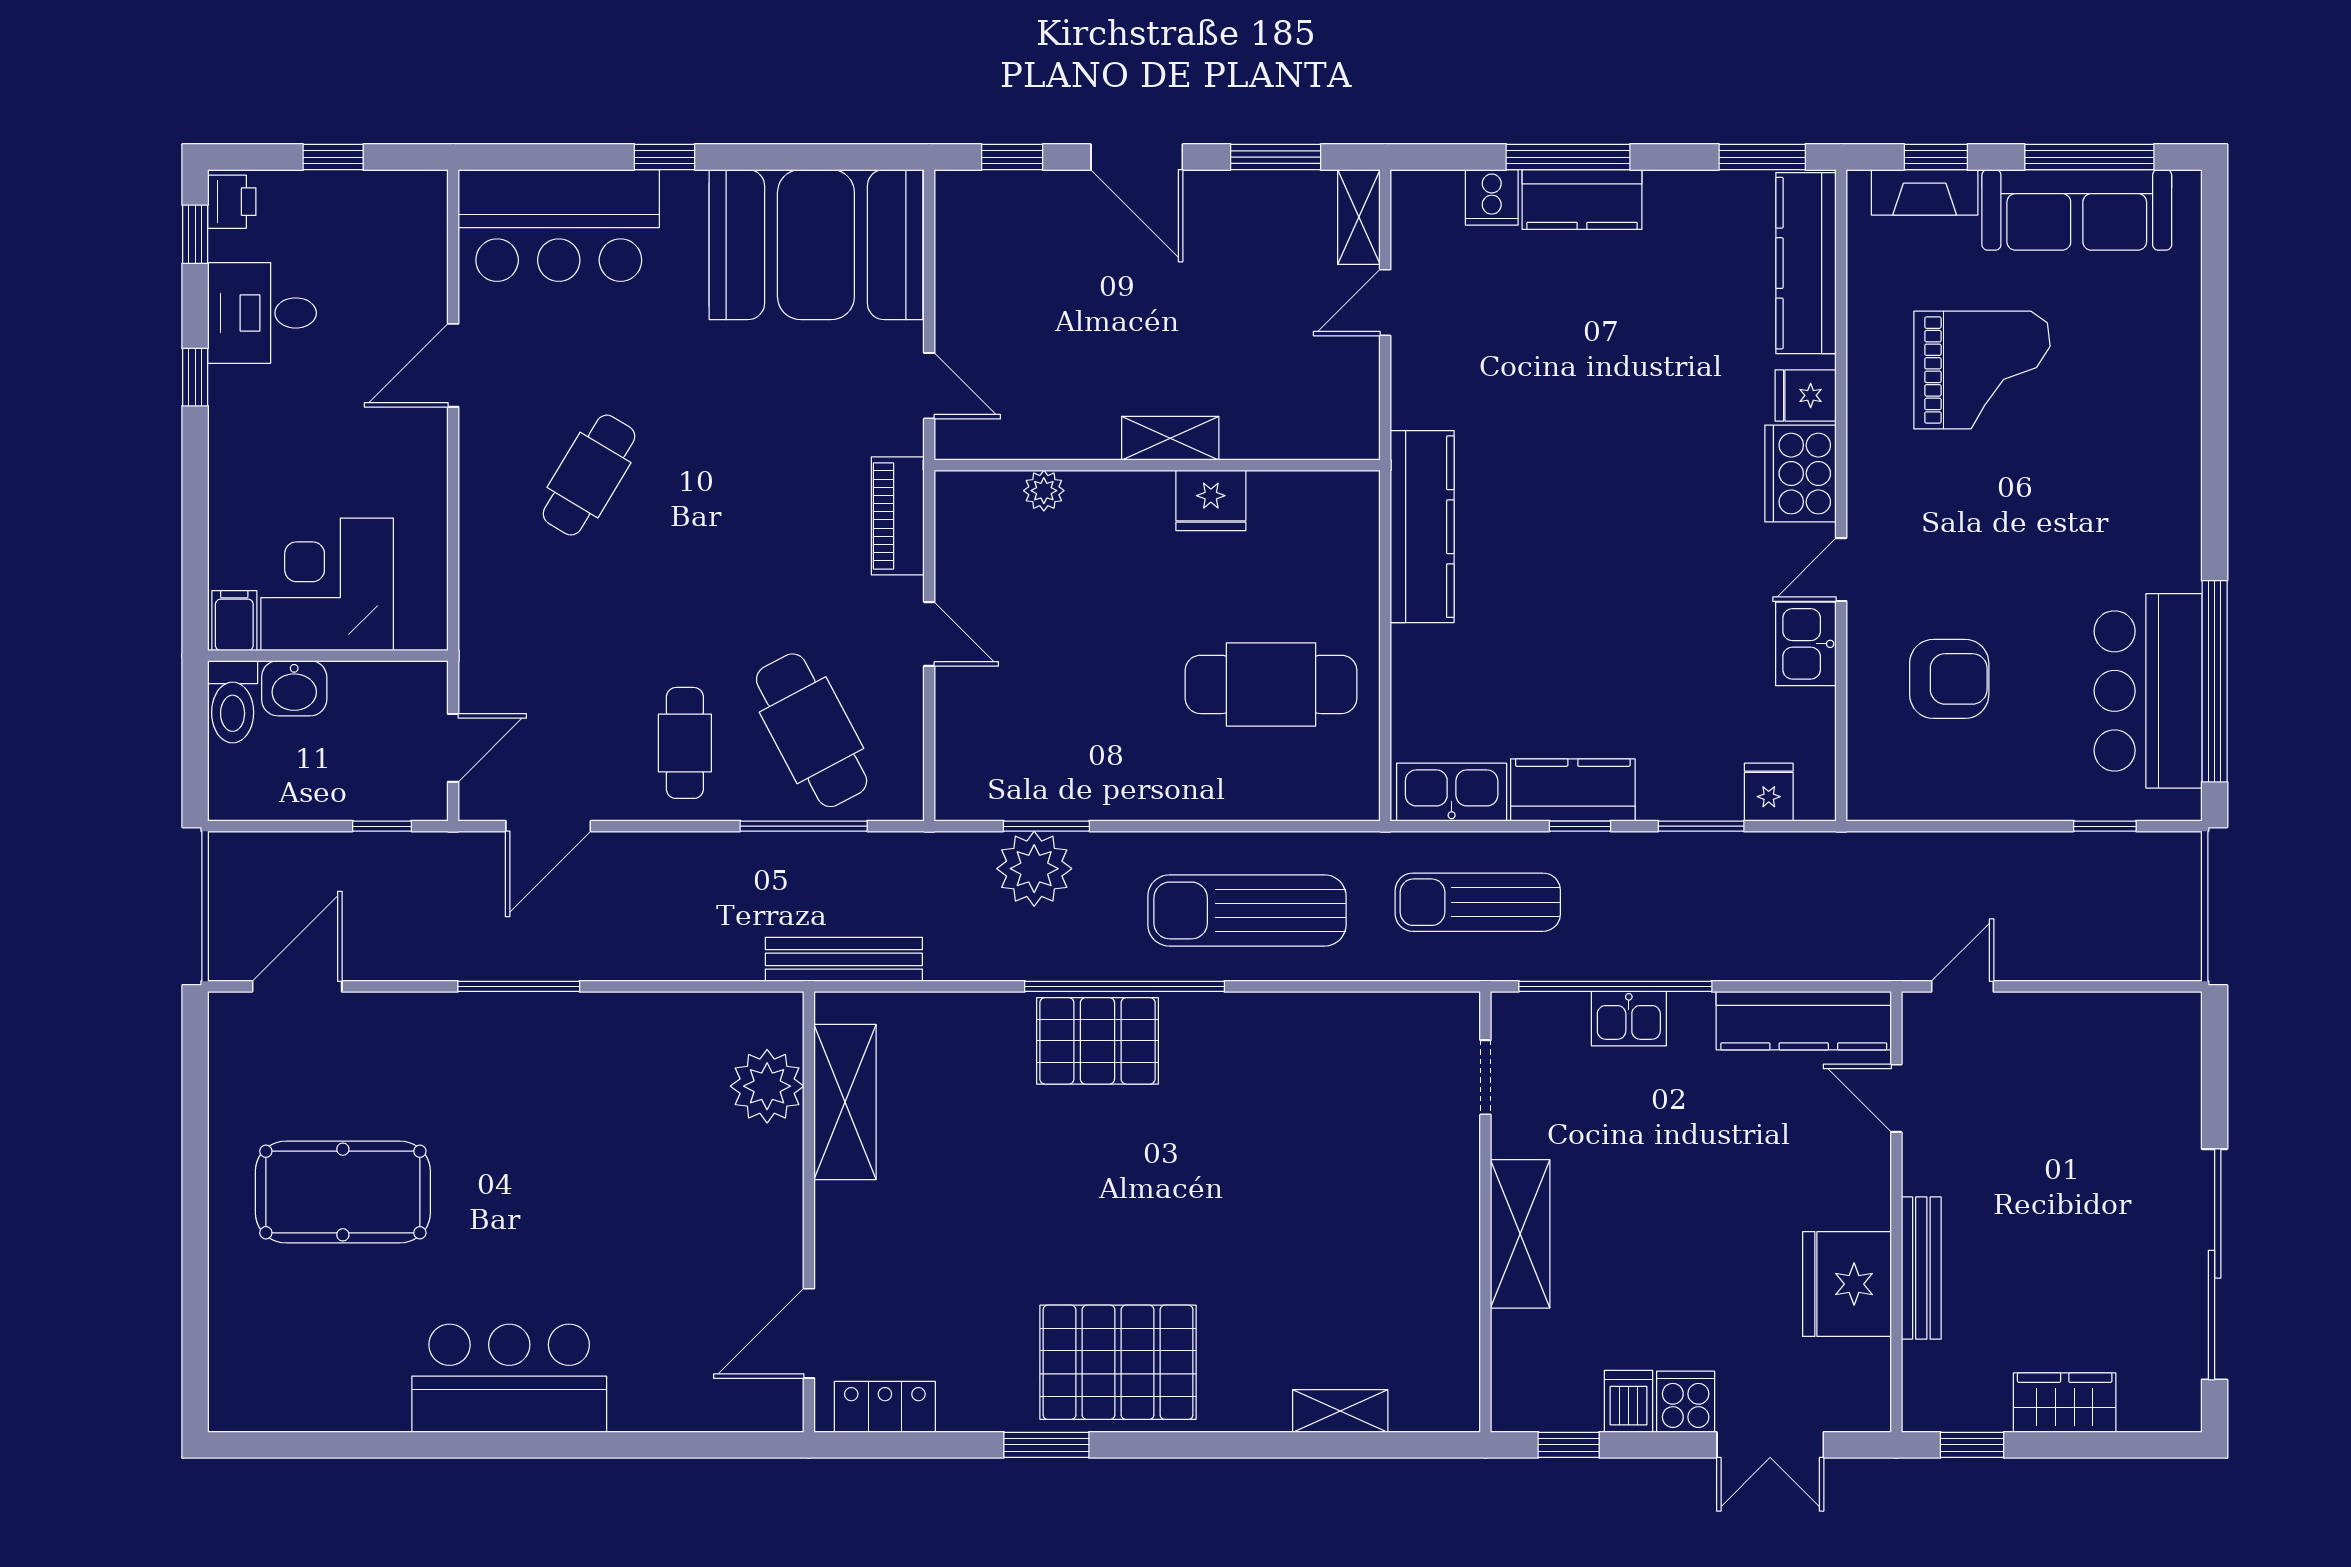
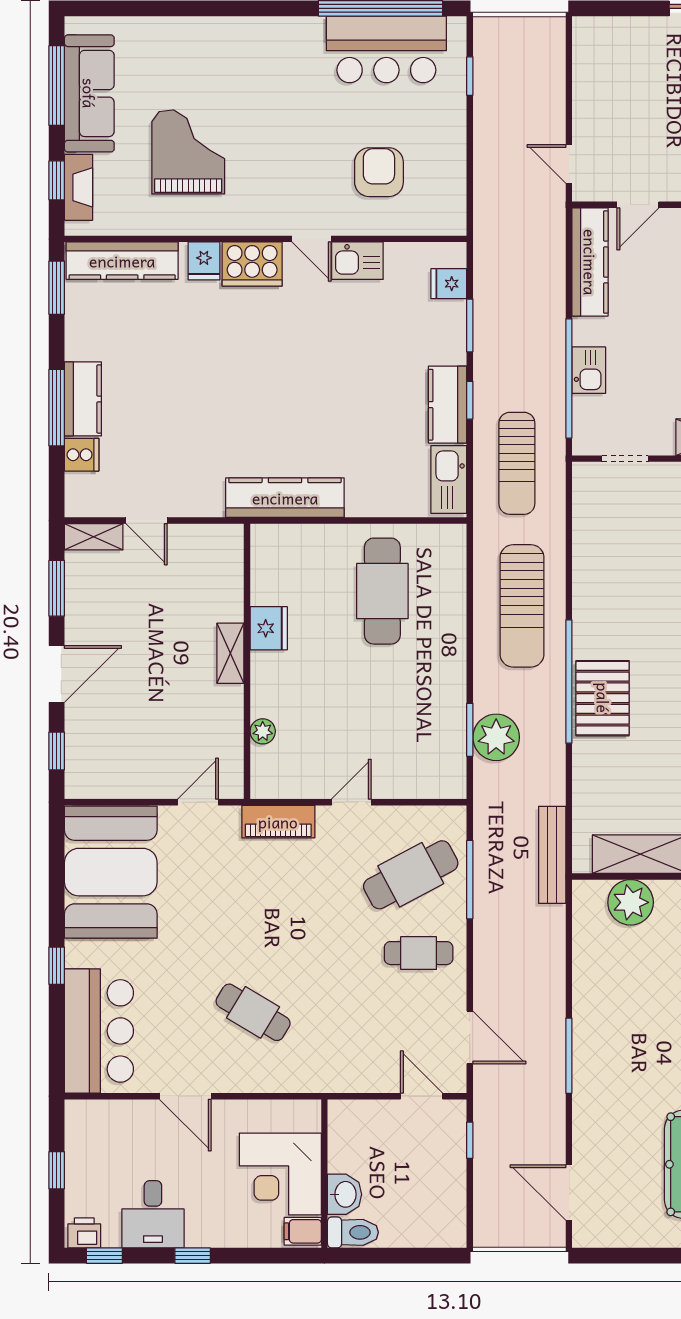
corner desk: (327, 584) -> (280, 1174), moved
filing cabinet: (234, 621) -> (303, 1231), moved
wall: (328, 656) -> (324, 1174), moved
washbasin: (294, 688) -> (345, 1194), moved
toilet: (233, 702) -> (353, 1232), moved

